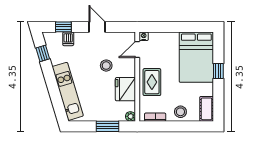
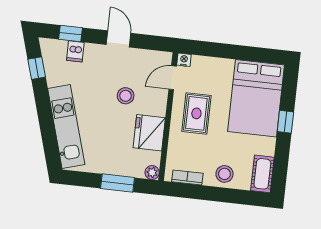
rug: (152, 82) -> (196, 113), moved

